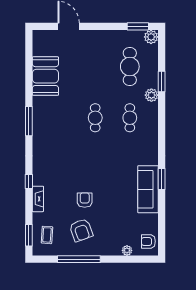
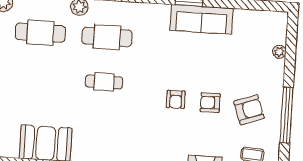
cafe table: (130, 118) -> (107, 37), width x1.37, depth x1.35
armchair: (148, 241) -> (176, 99), moved

